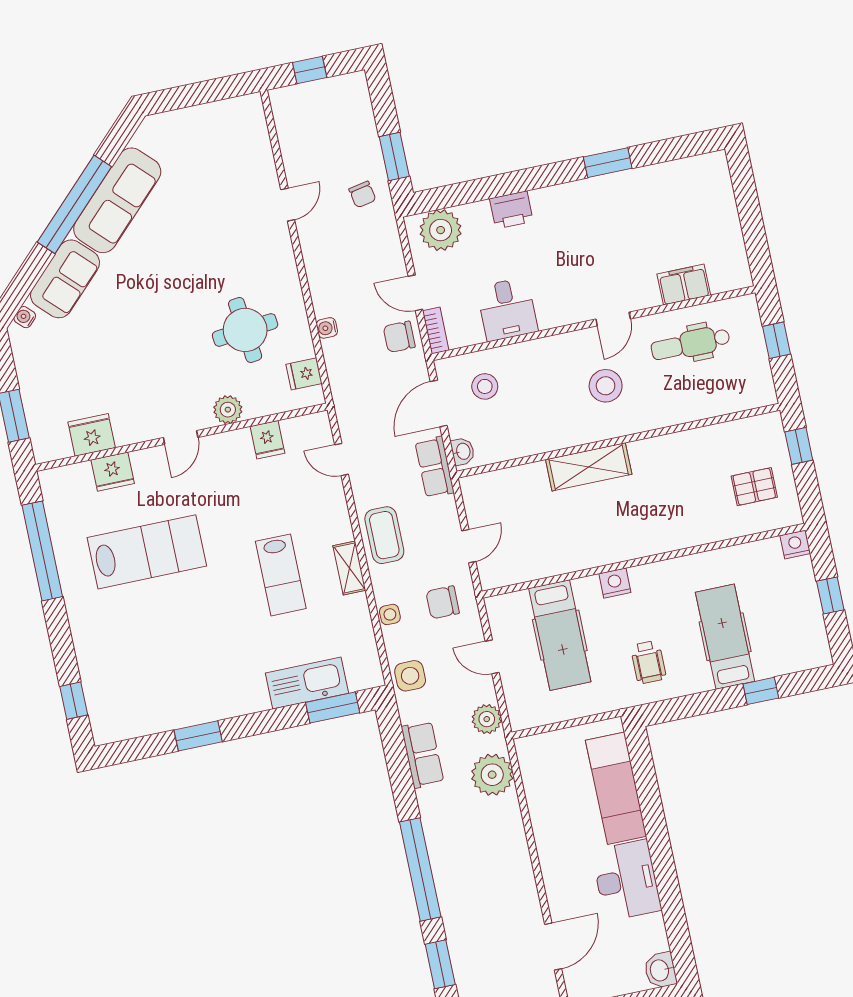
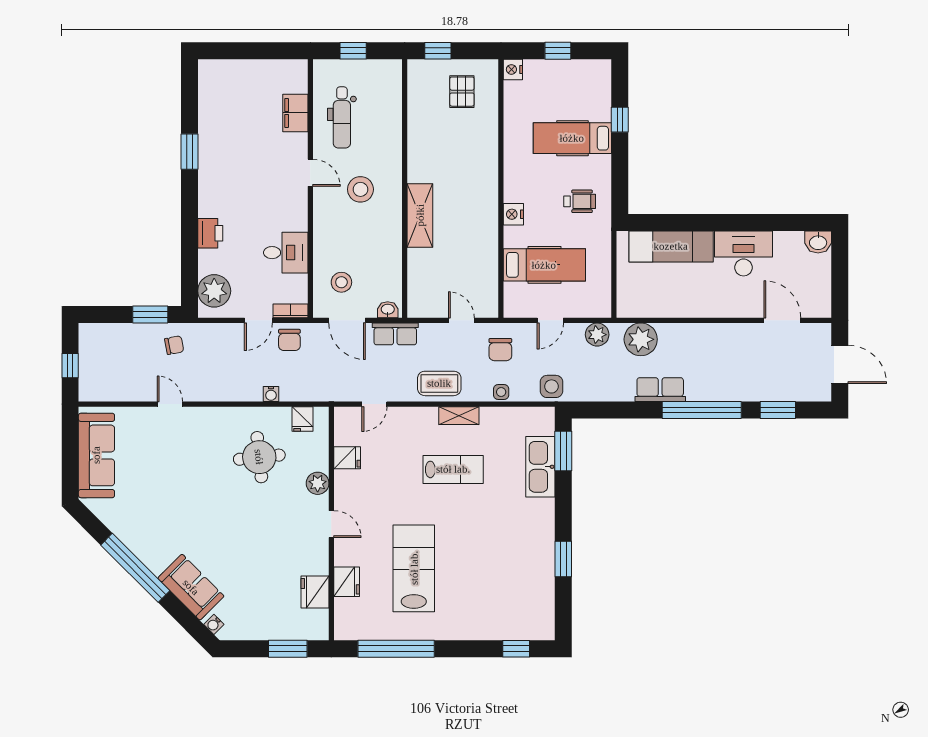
sofa: (117, 200) -> (96, 455), moved, turned 45
row of seats: (422, 754) -> (660, 390), moved

